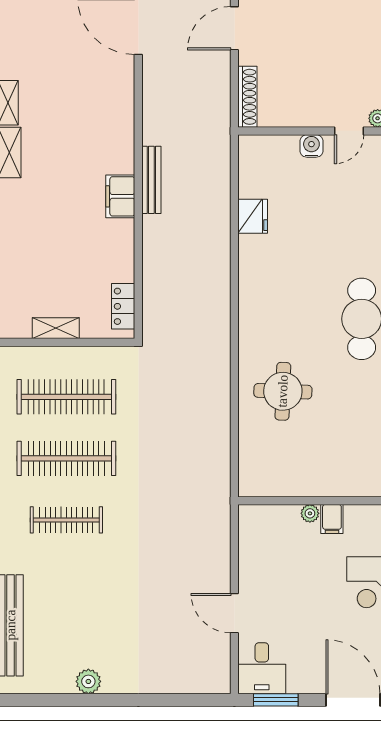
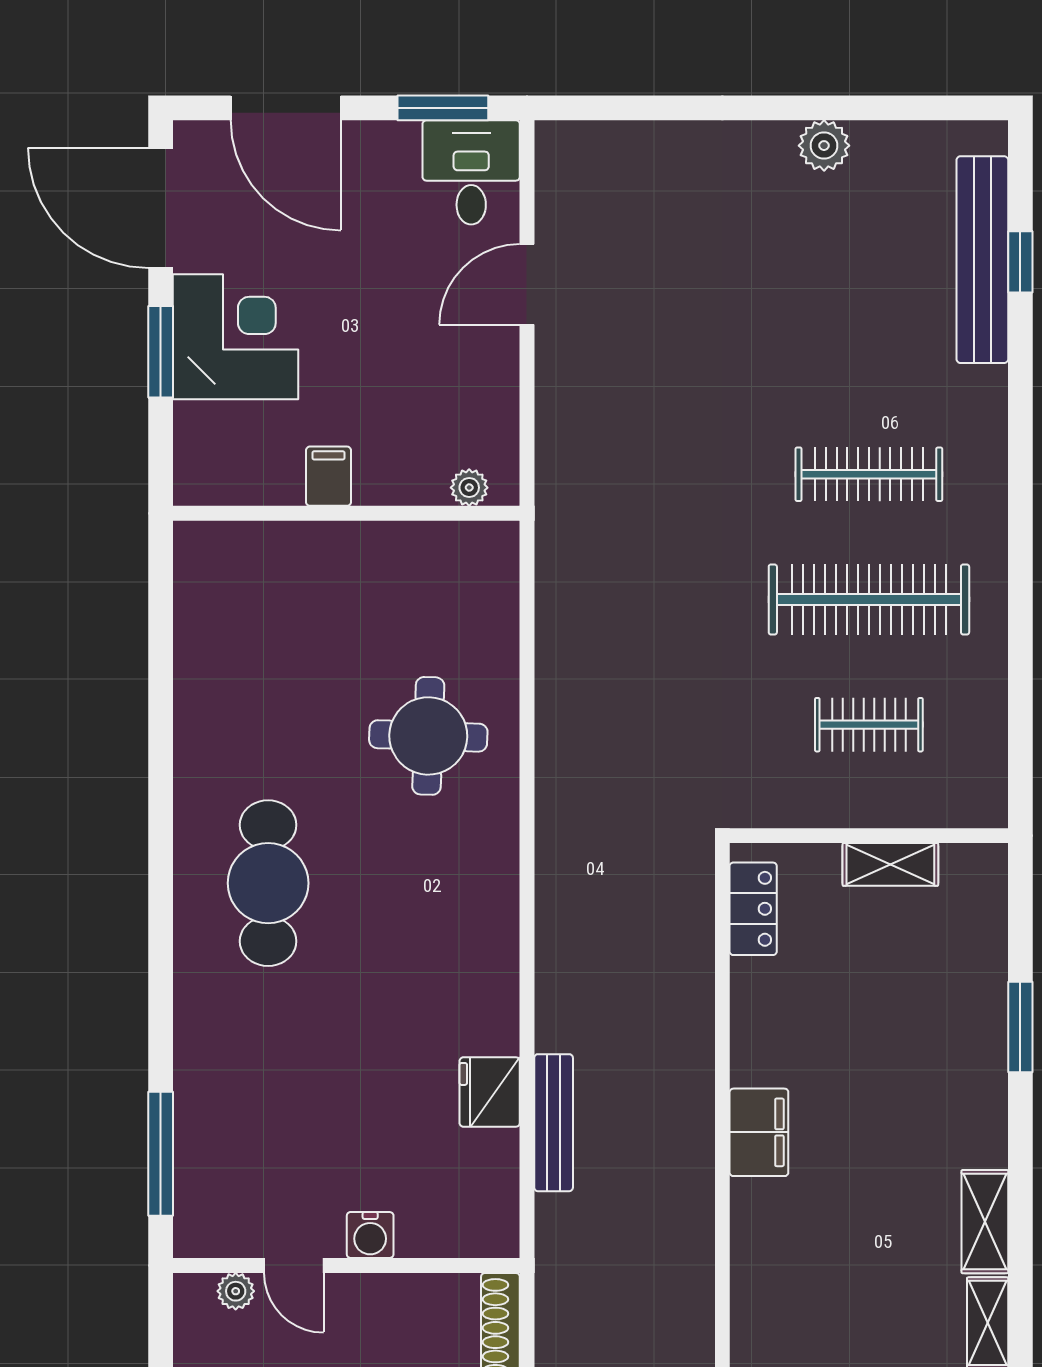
door: (349, 131) -> (294, 1265), swing flipped
bench: (151, 180) -> (554, 1123), moved
clothes rail: (66, 397) -> (869, 725), width x0.54, depth x0.76
plant: (310, 513) -> (469, 488), moved
door: (234, 613) -> (527, 284), swing flipped

